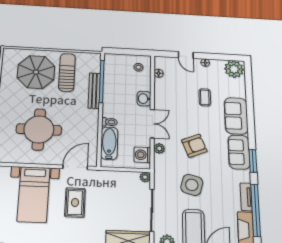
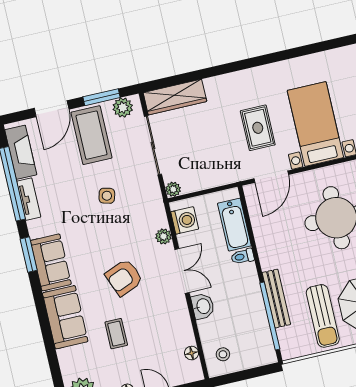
double door: (152, 124) -> (182, 271), swing flipped
armchair: (194, 146) -> (124, 277), moved
side table: (192, 185) -> (107, 196), width x0.54, depth x0.54

